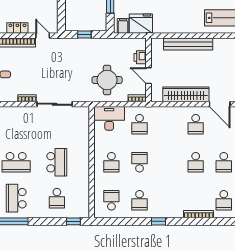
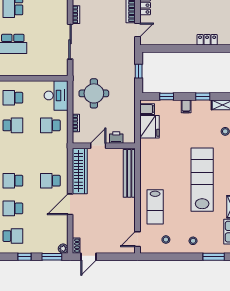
printer: (140, 57) -> (116, 138), moved
wall: (149, 70) -> (104, 146), moved
door: (149, 76) -> (98, 146), moved

